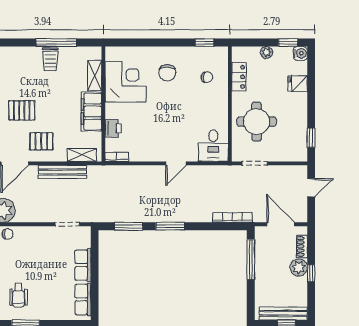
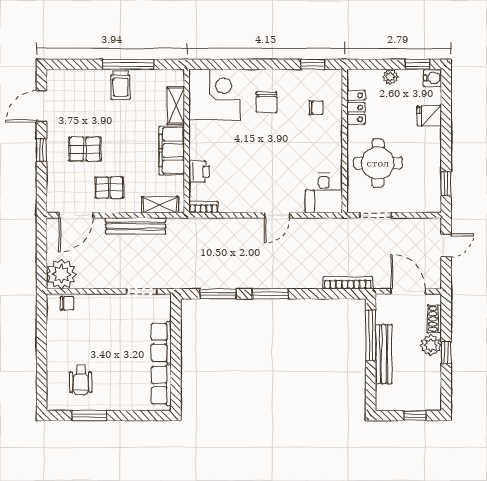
corner desk: (126, 82) -> (214, 95), moved
bench: (283, 313) -> (384, 354), moved, turned 90

